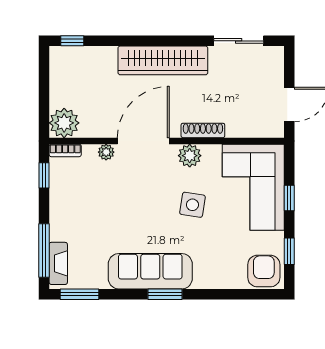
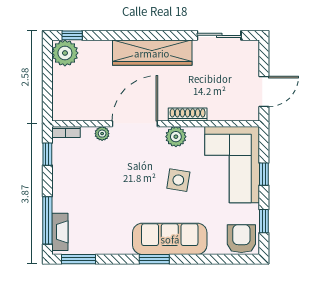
plant: (64, 123) -> (65, 53), moved
sofa: (150, 271) -> (170, 239), moved

